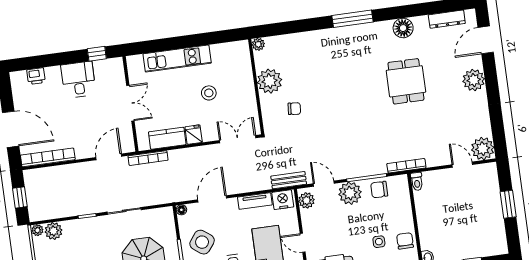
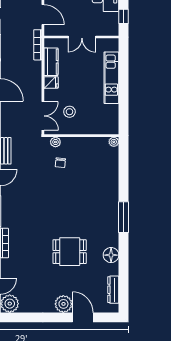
door: (486, 40) -> (83, 317), moved
plant: (270, 81) -> (55, 142), moved, width x0.53, depth x0.53
stool: (209, 93) -> (69, 112), moved

